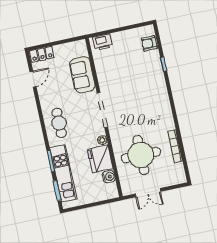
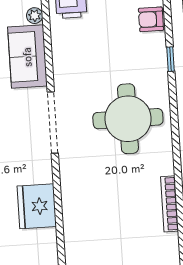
plant: (102, 140) -> (35, 16), moved
round table: (141, 155) -> (128, 119), moved
water cooler: (109, 177) -> (47, 239), removed

